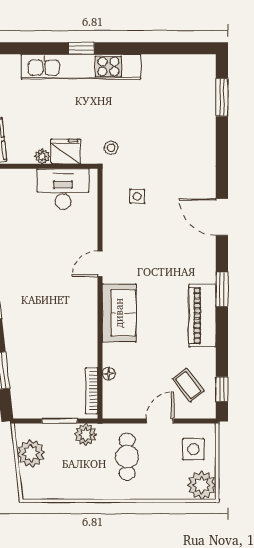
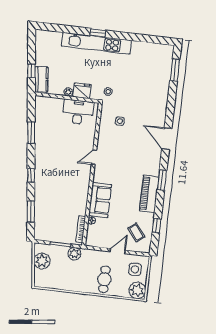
sofa: (119, 313) -> (100, 200), moved
window: (222, 389) -> (157, 226), moved
cafe table: (127, 457) -> (104, 279), moved

